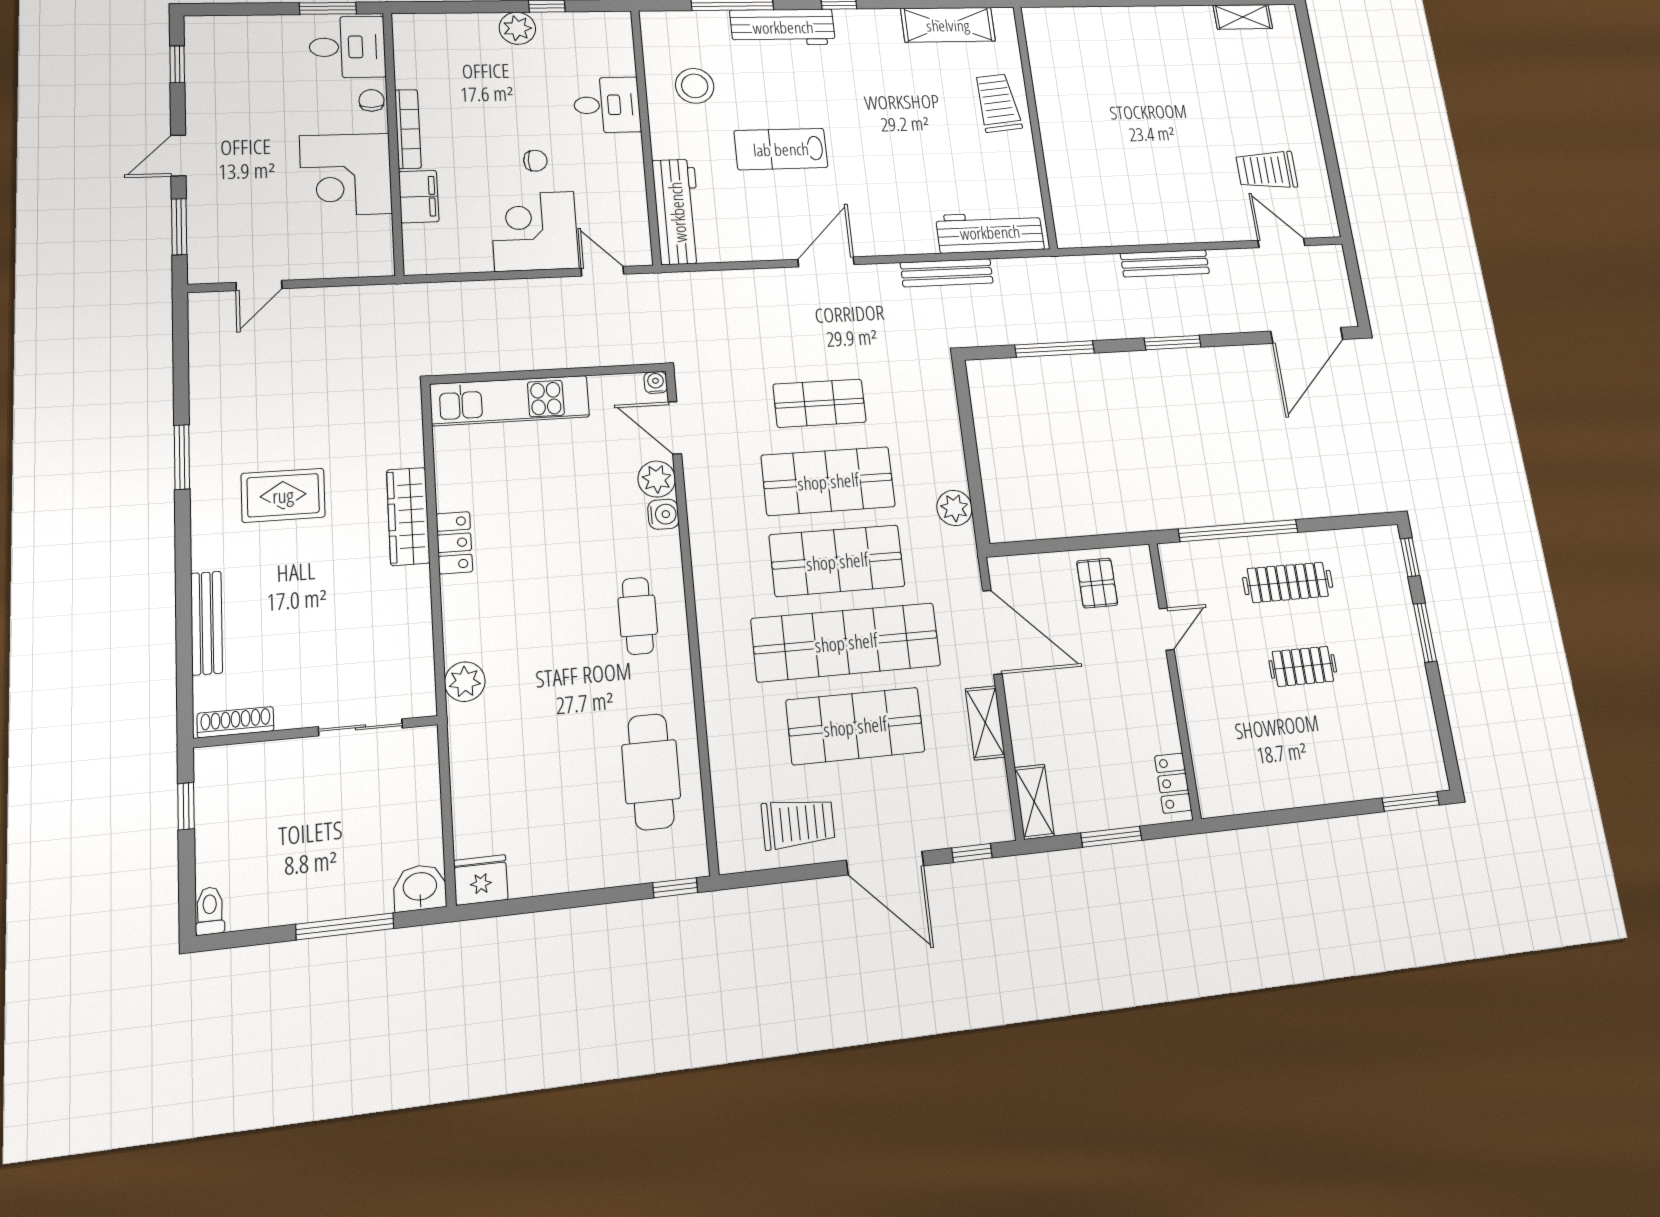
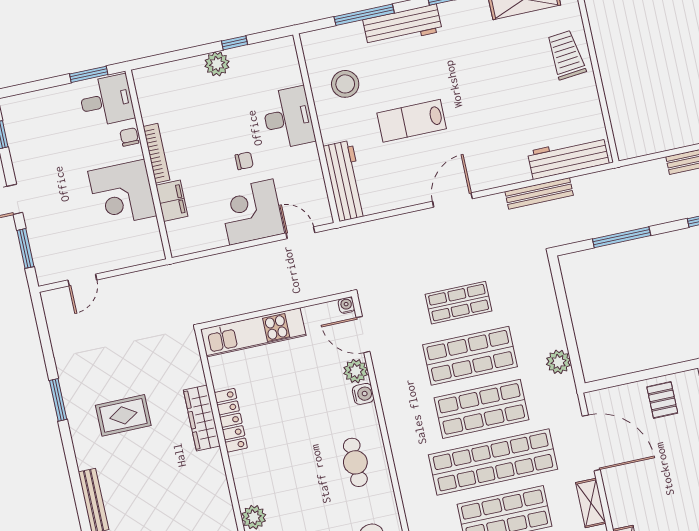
desk: (607, 105) -> (288, 118), width x1.37
locker: (454, 543) -> (231, 420), width x1.53

